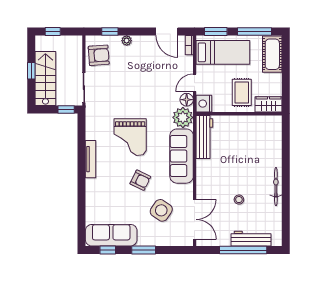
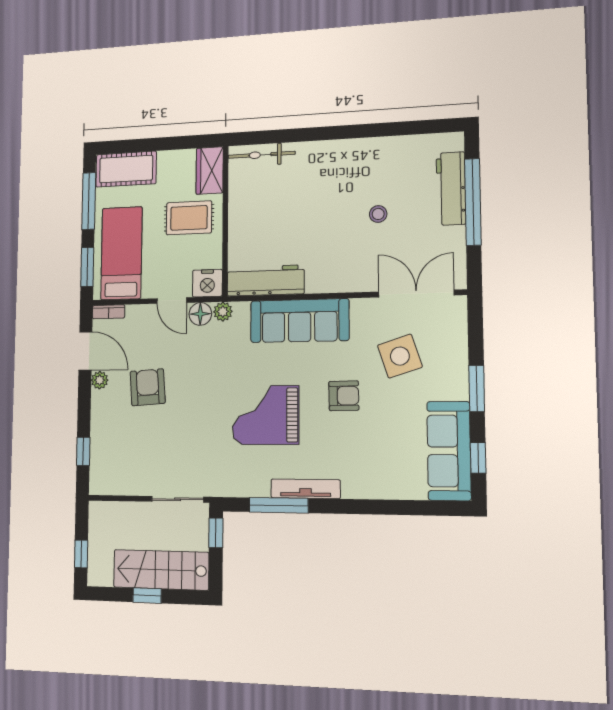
door: (167, 32) -> (85, 351), hinge flipped
plant: (127, 41) -> (100, 380), moved
armchair: (99, 55) -> (148, 387), moved
plant: (183, 117) -> (223, 312), width x0.53, depth x0.53
grand piano: (130, 137) -> (266, 415), turned 180
window: (82, 144) -> (279, 505), added
armchair: (140, 180) -> (344, 396), turned 63
bicycle: (276, 187) -> (262, 155), moved
side table: (161, 210) -> (400, 356), turned 38

